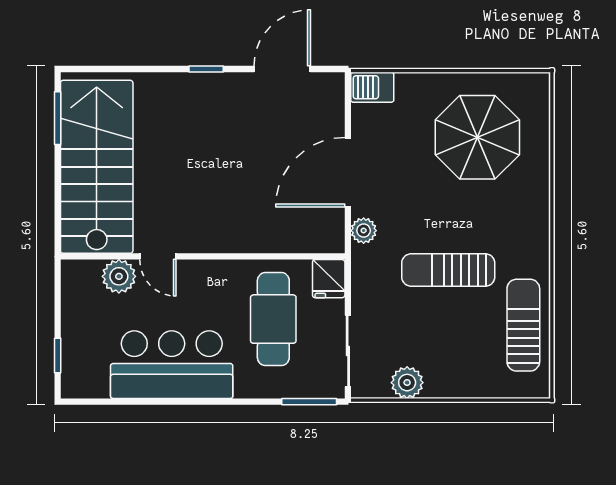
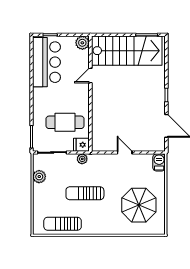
door: (348, 172) -> (125, 152), width x0.53
plant: (364, 231) -> (82, 159), moved
sun lounger: (448, 270) -> (85, 193), turned -90
plant: (119, 276) -> (82, 43), moved
sun lounger: (523, 325) -> (63, 224), turned 180
bar counter: (172, 365) -> (47, 62), moved

